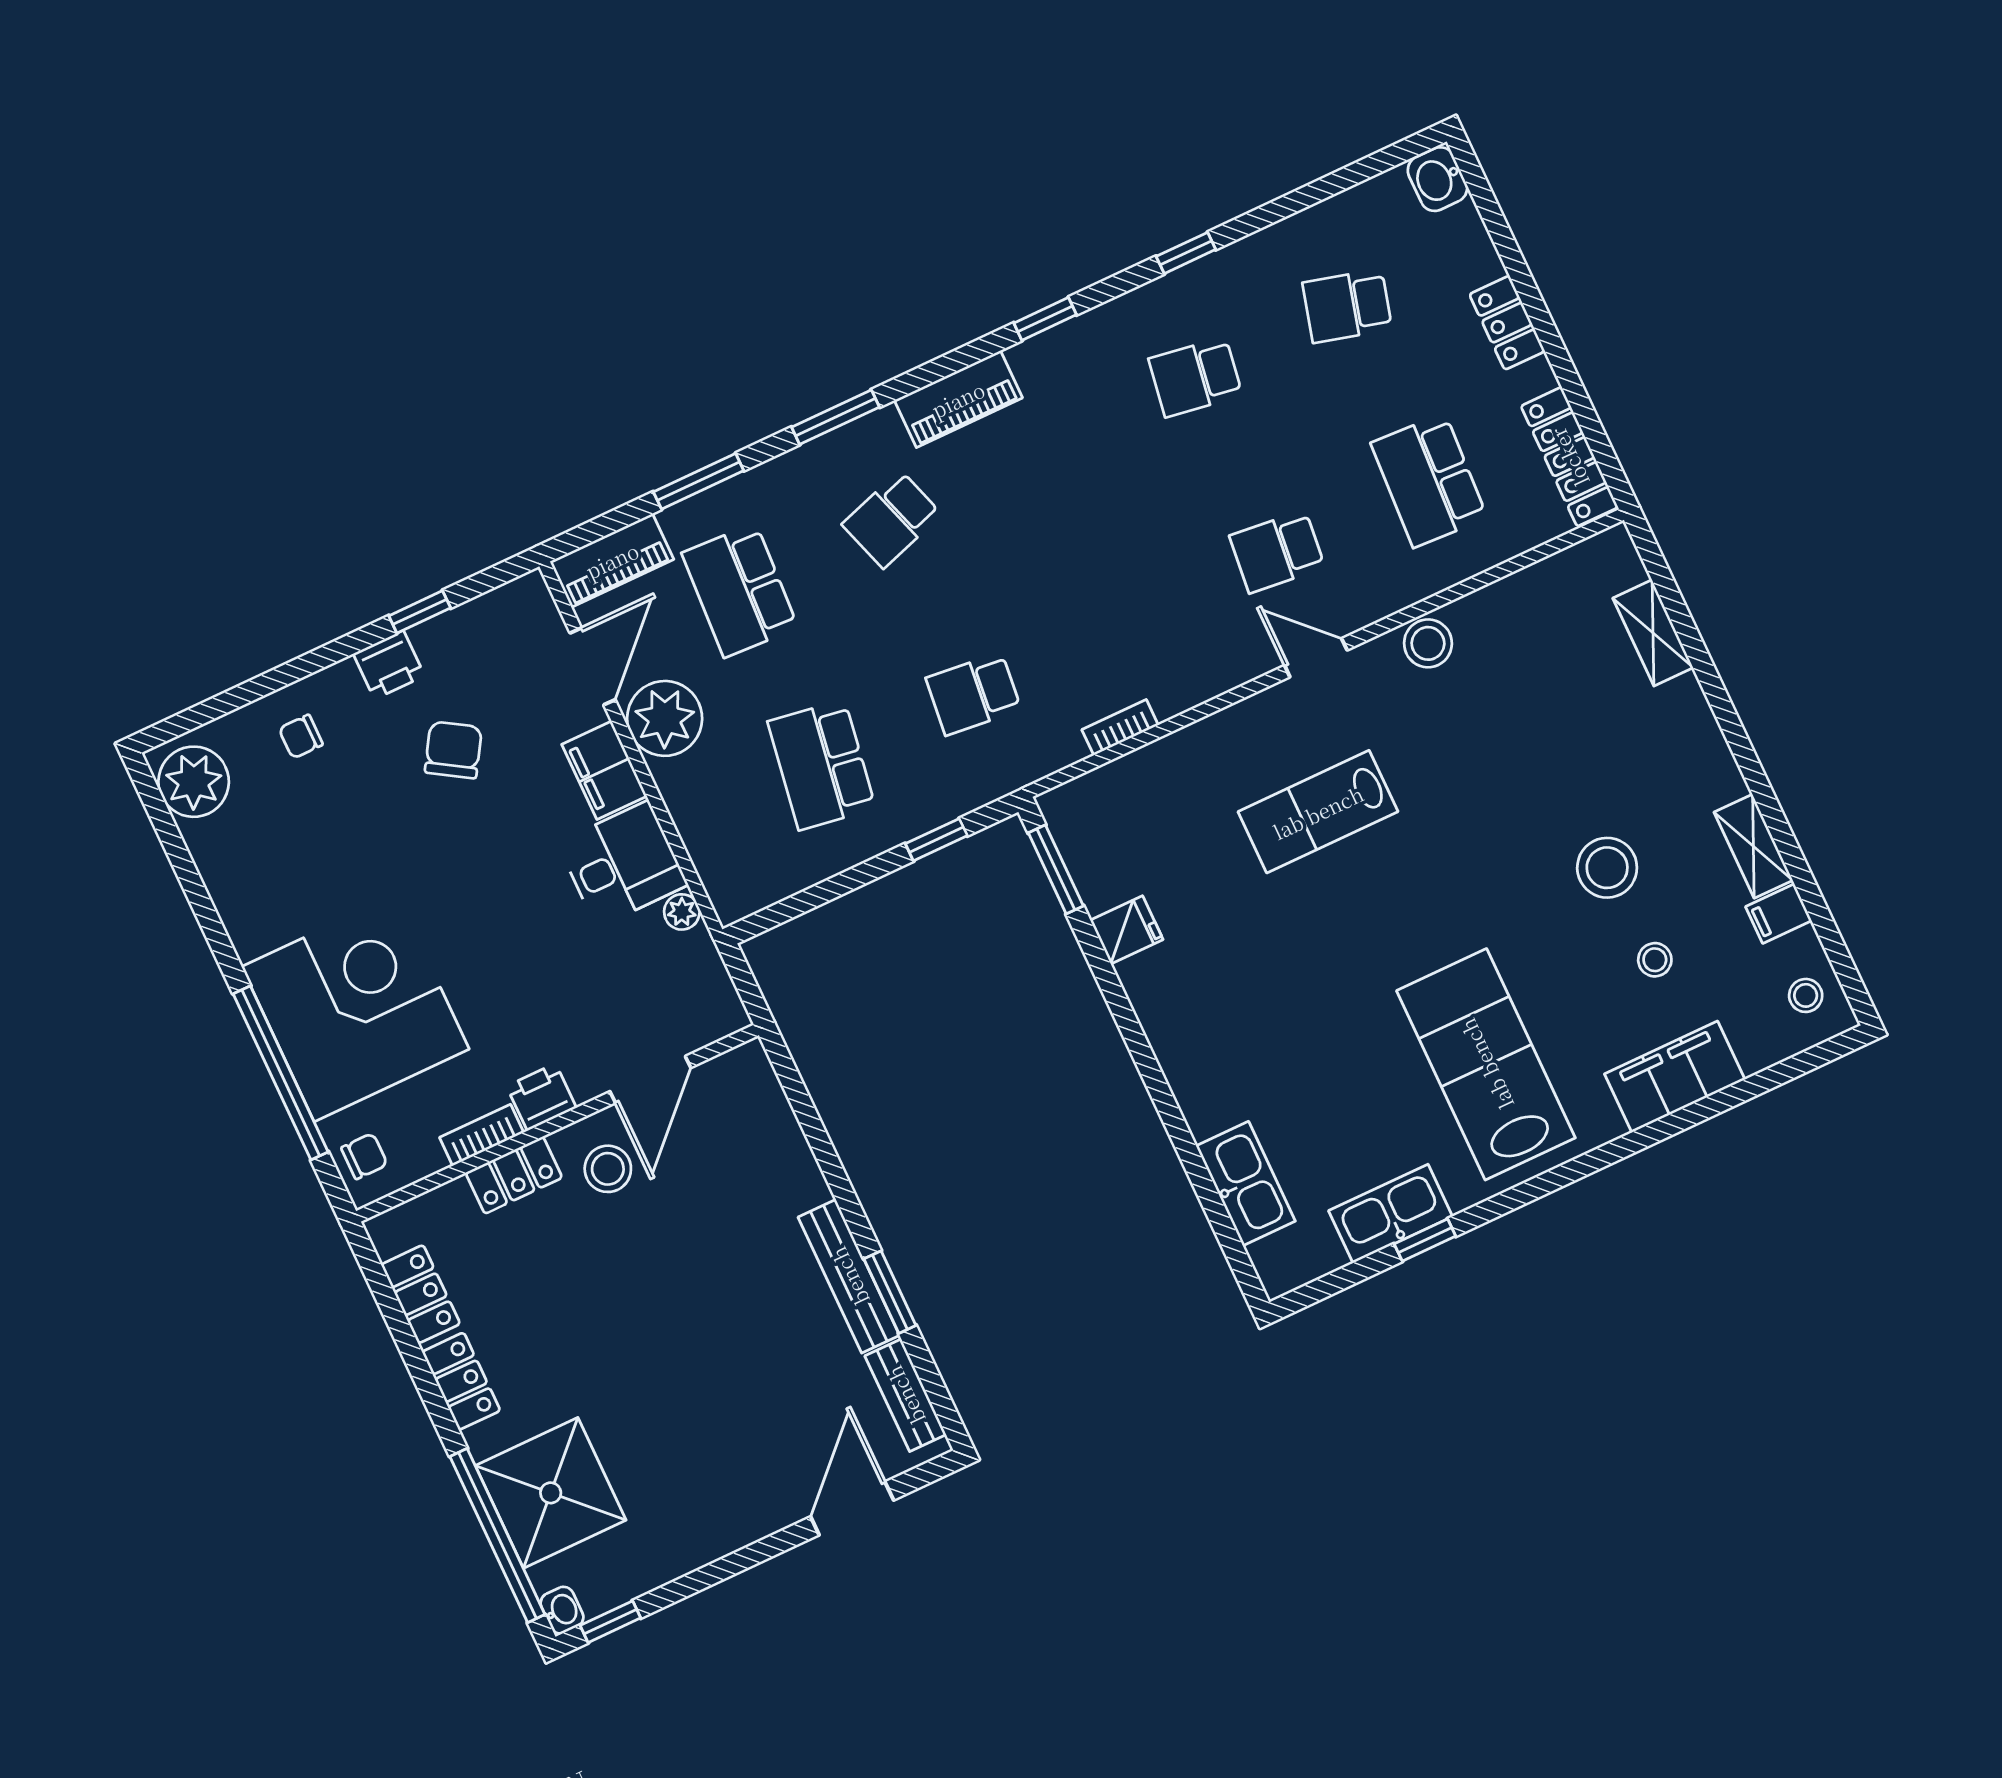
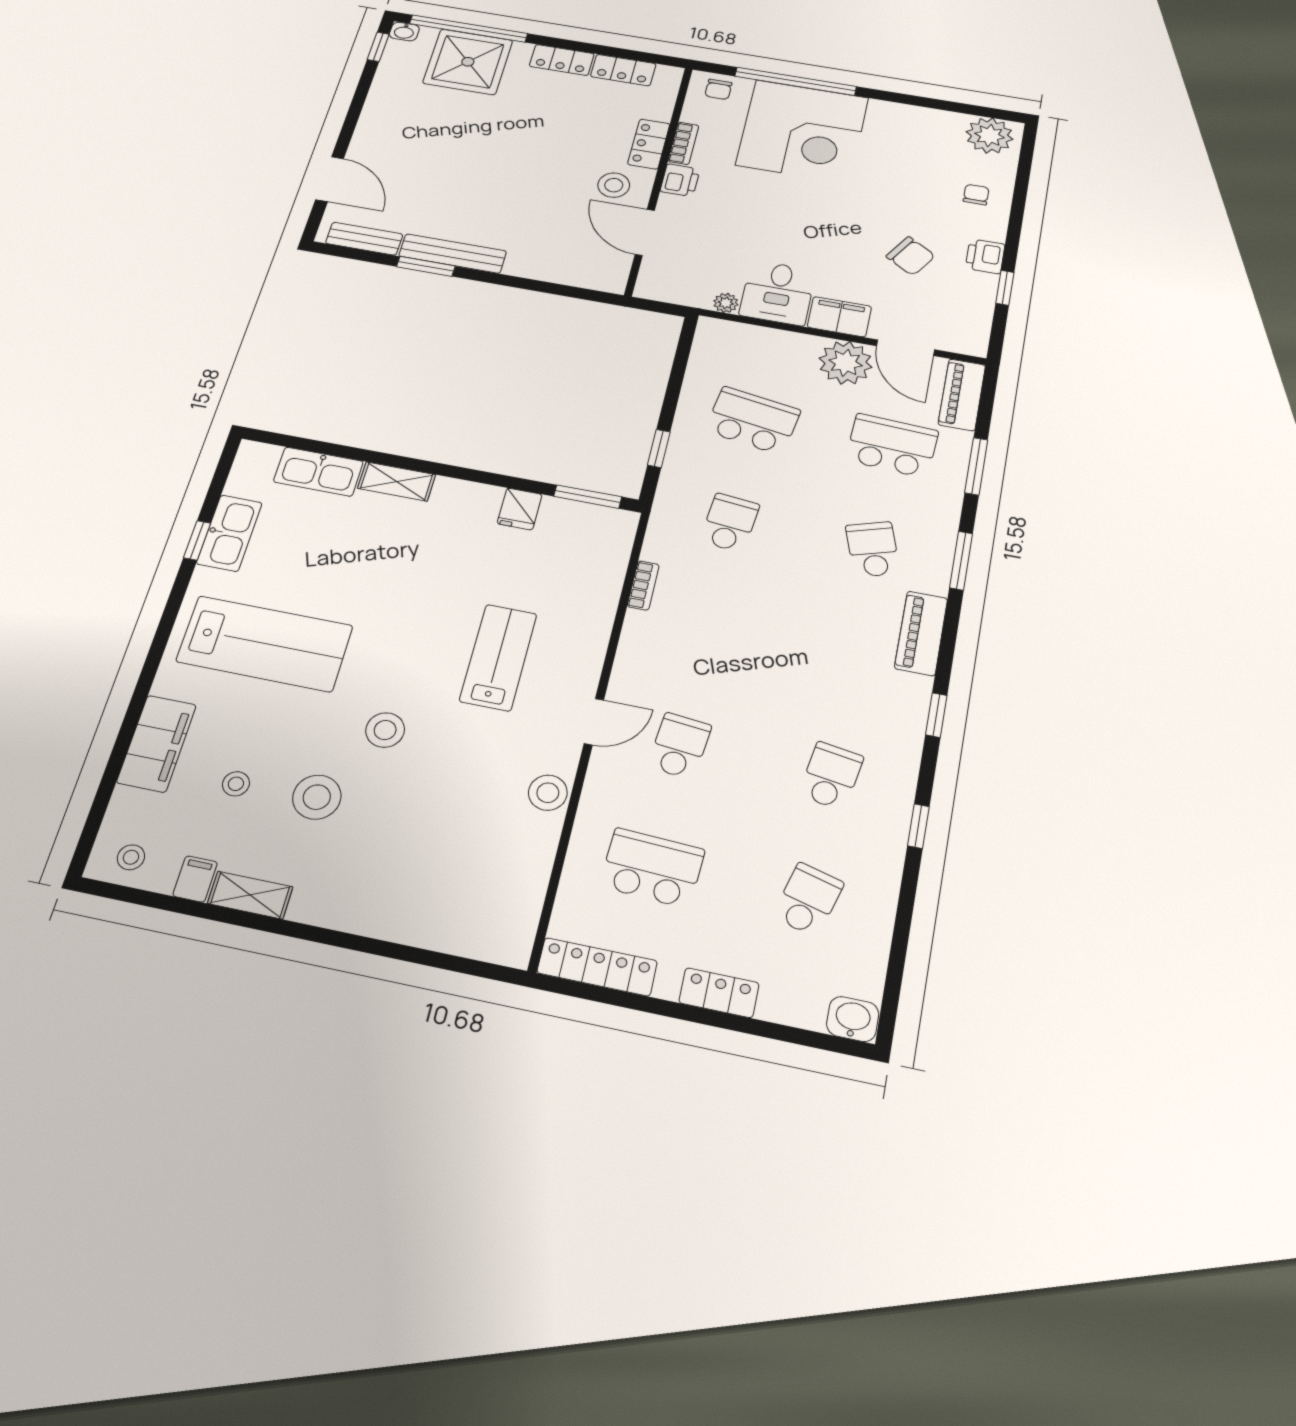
shelving: (1653, 633) -> (397, 481), moved
stool: (1485, 860) -> (385, 730), added

